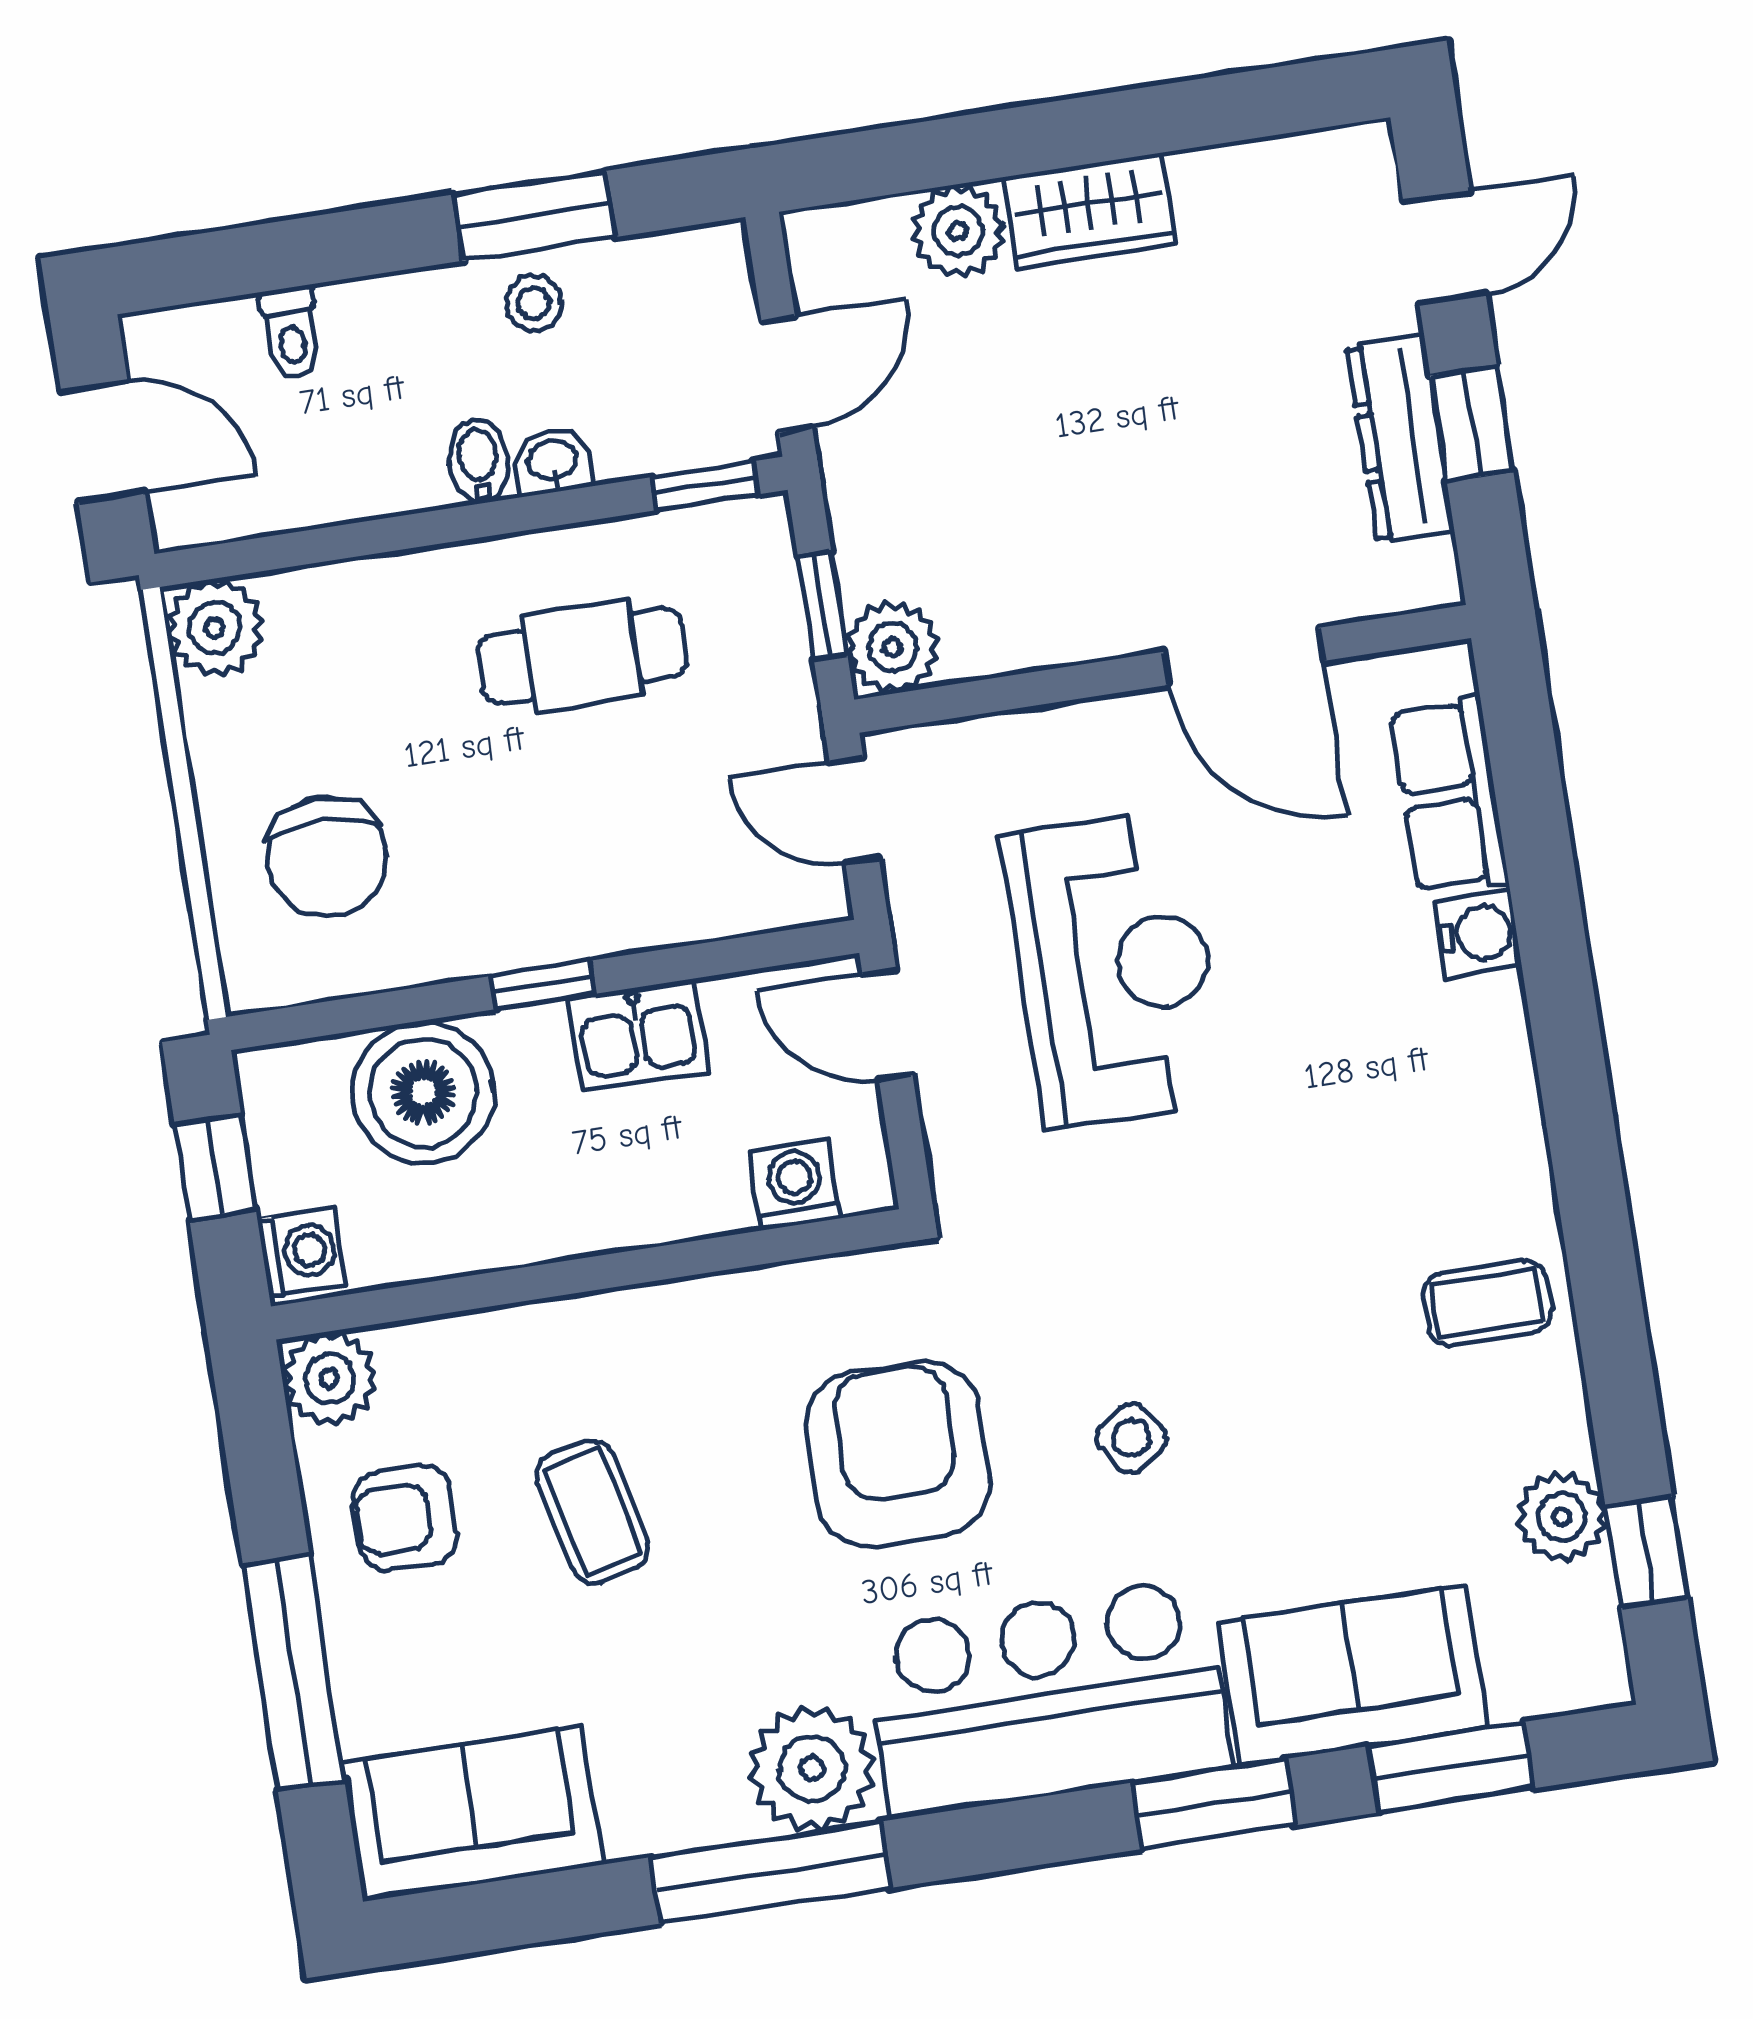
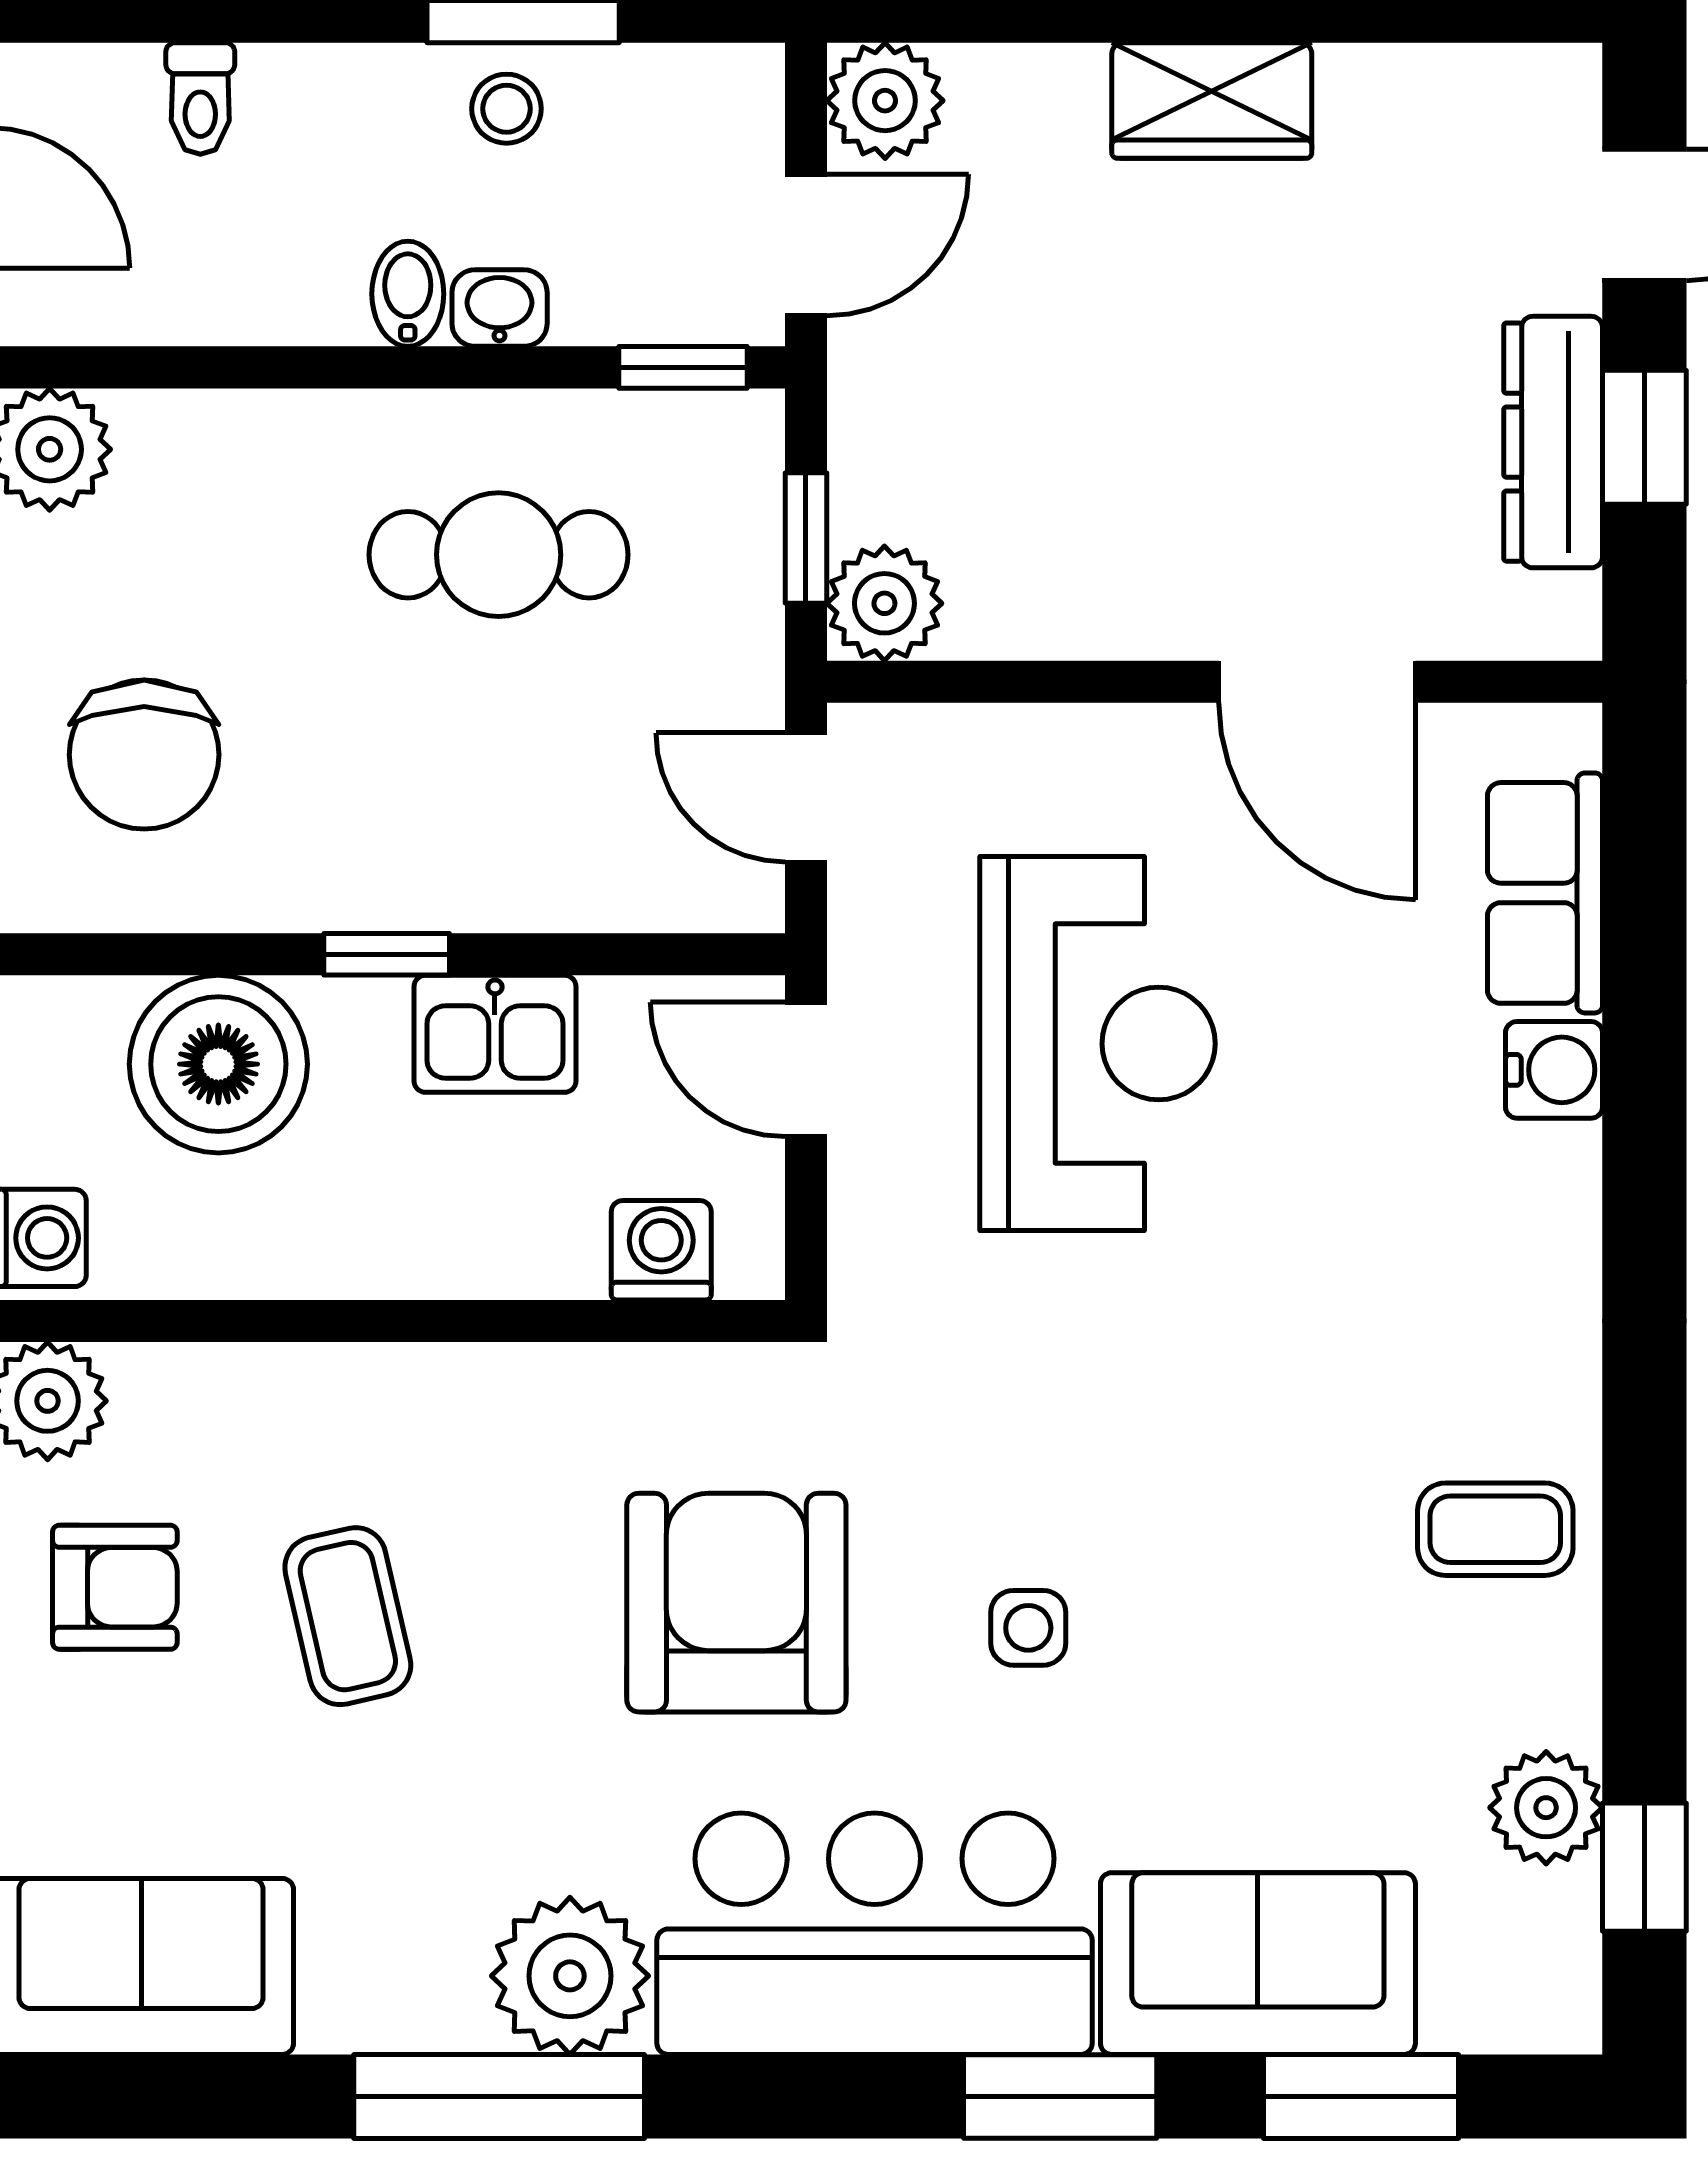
plant: (958, 231) -> (885, 101), moved
side table: (1131, 1438) -> (1028, 1628), turned 35
armchair: (405, 1518) -> (115, 1587), turned 180

